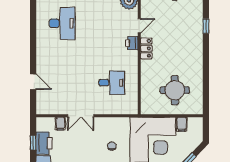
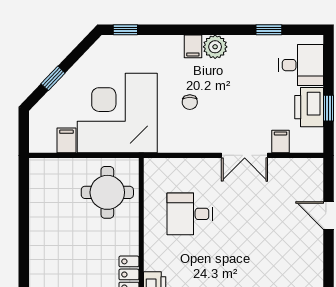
round table: (175, 90) -> (107, 192), moved
double door: (81, 116) -> (245, 155), swing flipped

